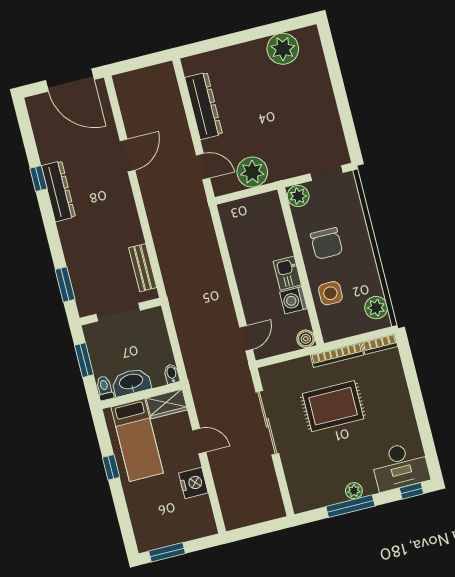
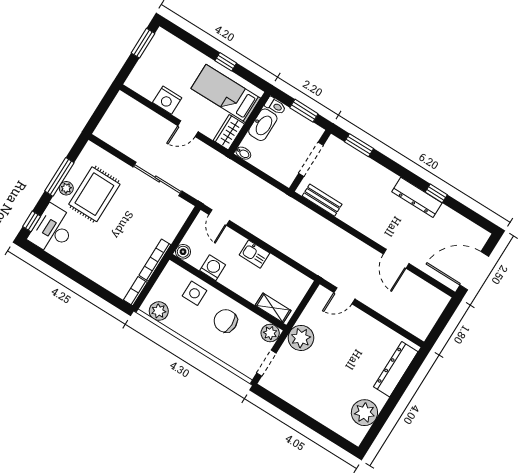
dresser: (204, 106) -> (396, 369), moved, turned 90
plant: (252, 172) -> (301, 338), moved
shelving: (275, 215) -> (273, 308), added
kitchen sink: (287, 273) -> (254, 254), moved, turned 180
rug: (333, 406) -> (94, 194), moved

